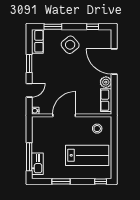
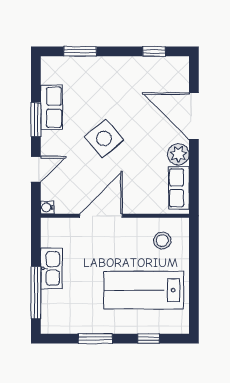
row of seats: (37, 41) -> (51, 107), moved
side table: (70, 45) -> (104, 139), moved
lab bench: (87, 155) -> (144, 290), turned 180
kitchen sink: (37, 164) -> (51, 268), moved
window: (101, 181) -> (148, 339), moved

